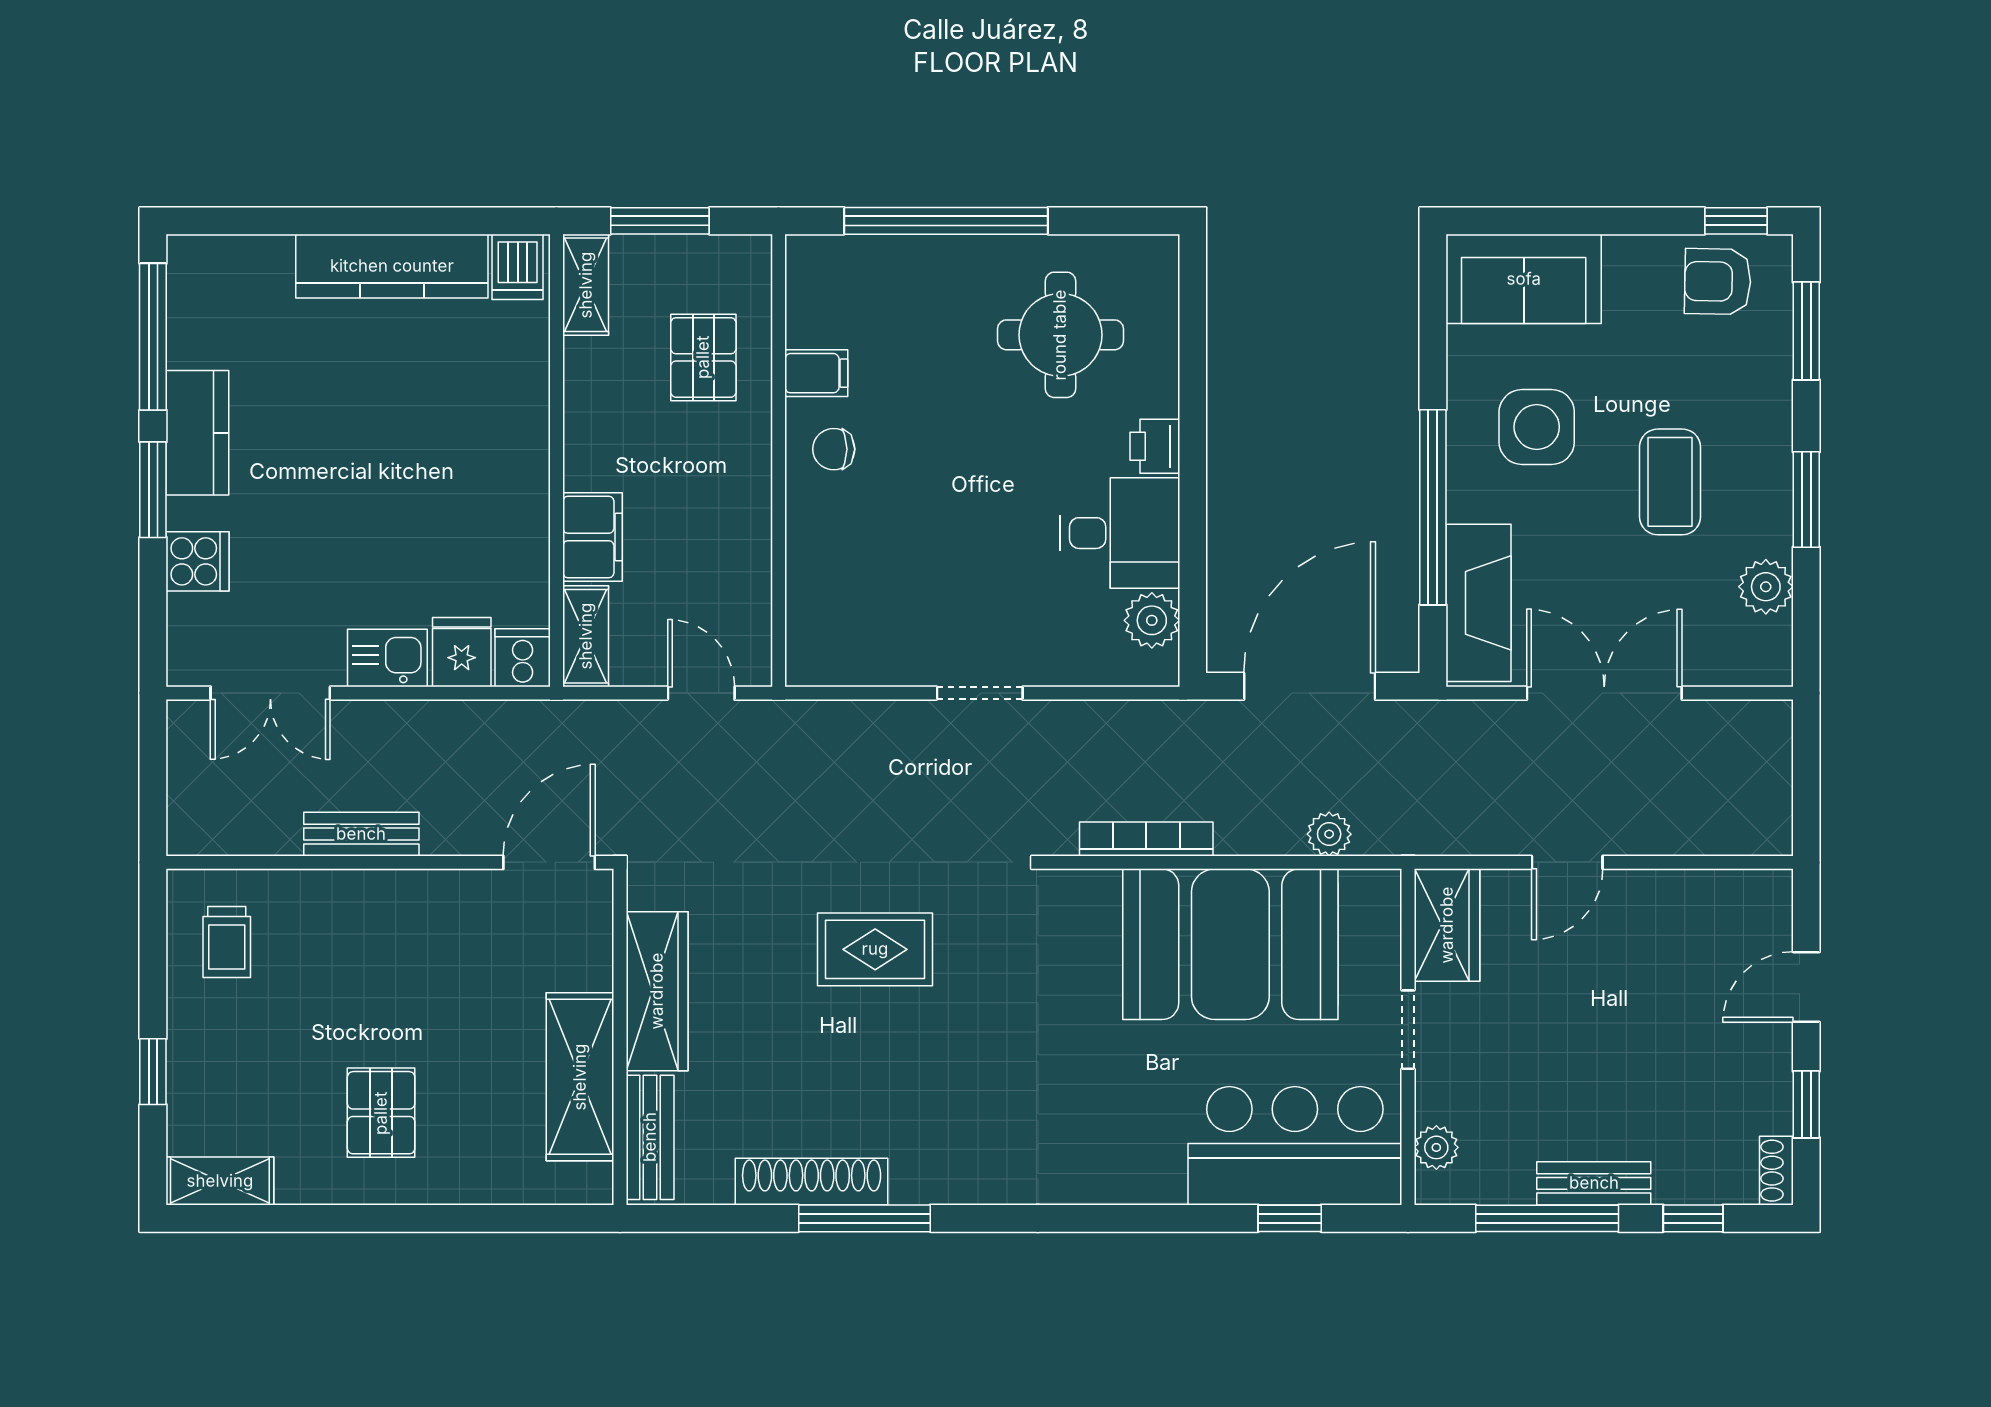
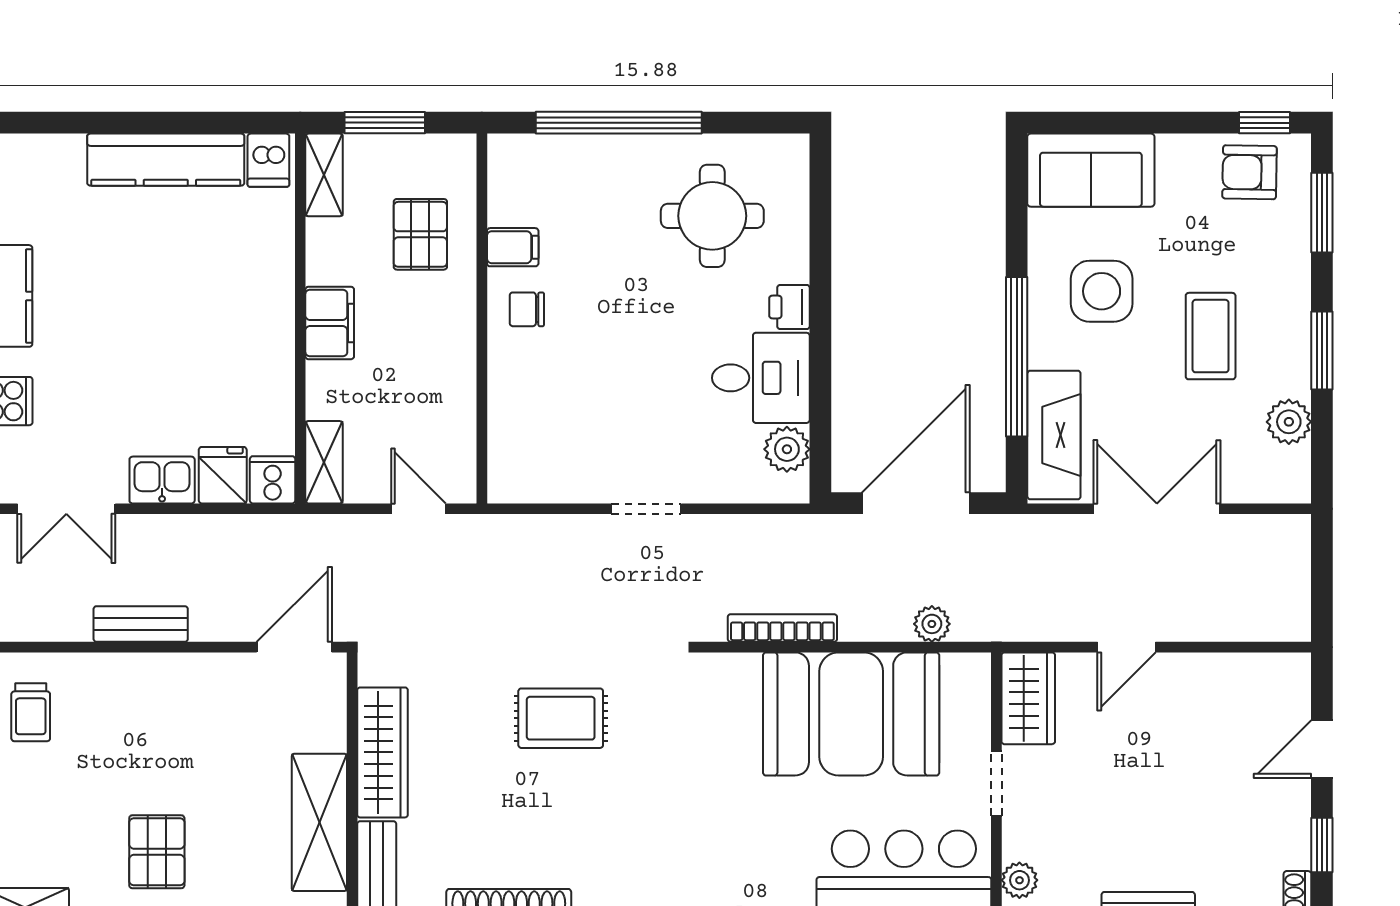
filing cabinet: (592, 537) -> (330, 323), moved

